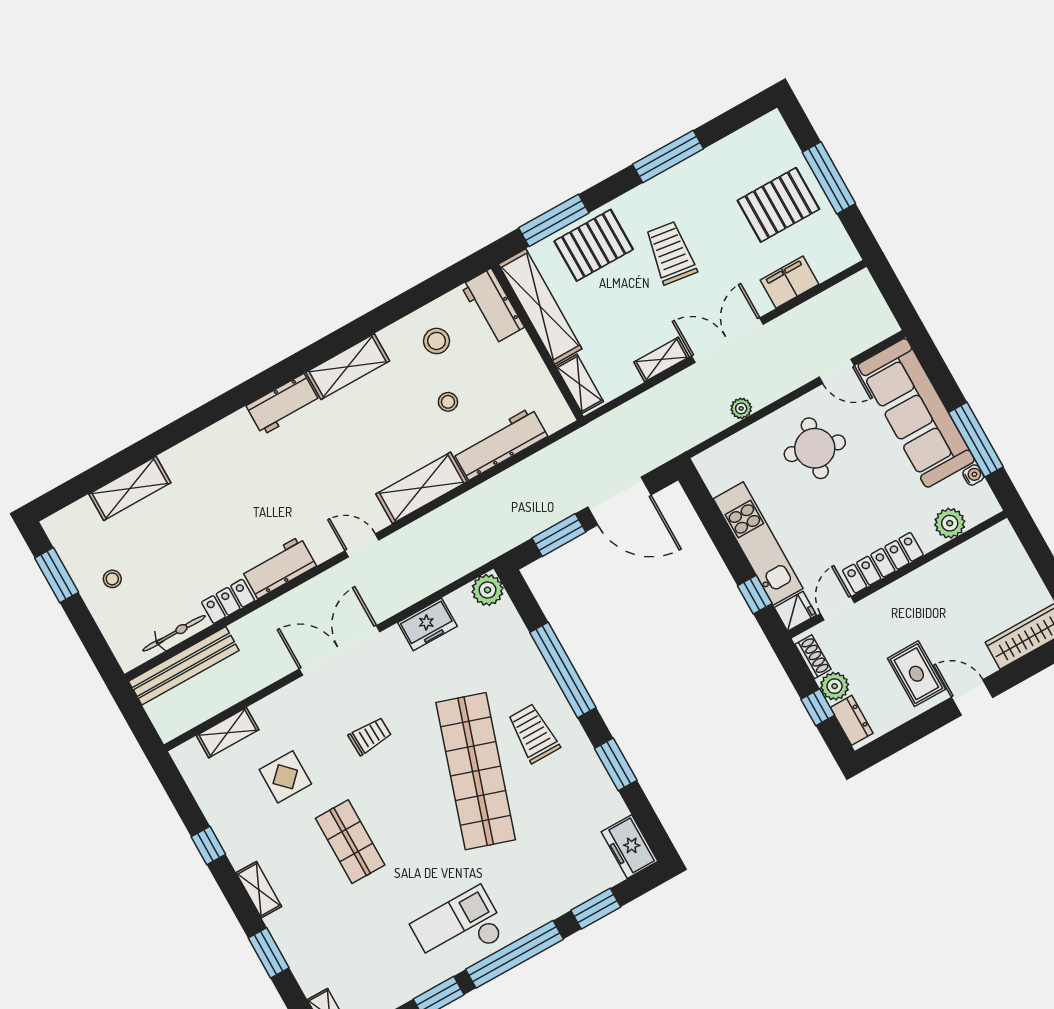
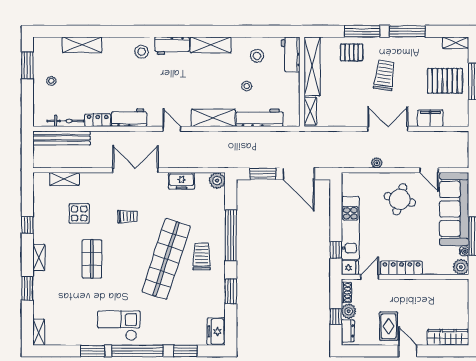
window: (554, 220) -> (362, 31), moved
pallet: (594, 245) -> (352, 52), width x0.67, depth x0.71
shelving: (662, 360) -> (456, 43), moved
stool: (237, 444) -> (142, 52), added
plant: (950, 523) -> (461, 267), moved

